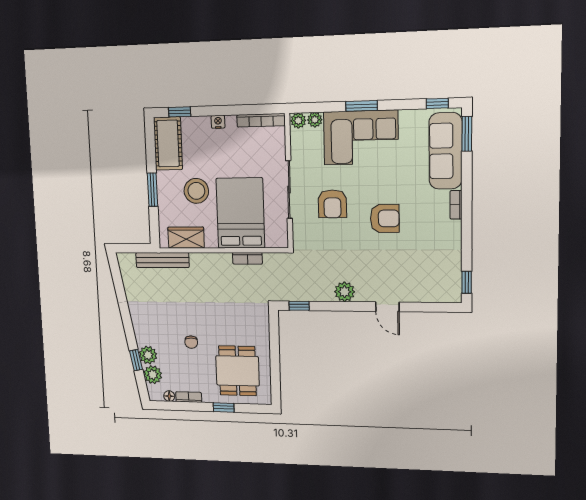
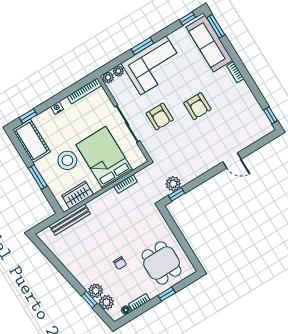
armchair: (385, 218) -> (197, 106), turned 90
plant: (345, 292) -> (173, 184), moved

